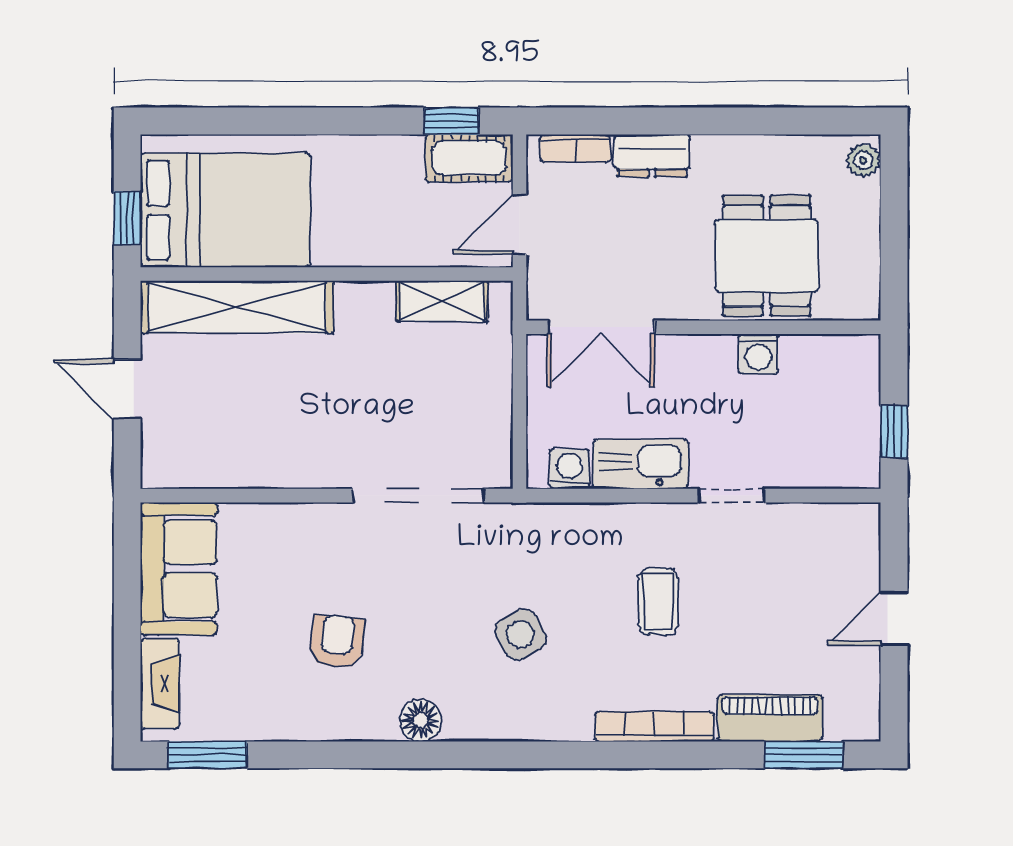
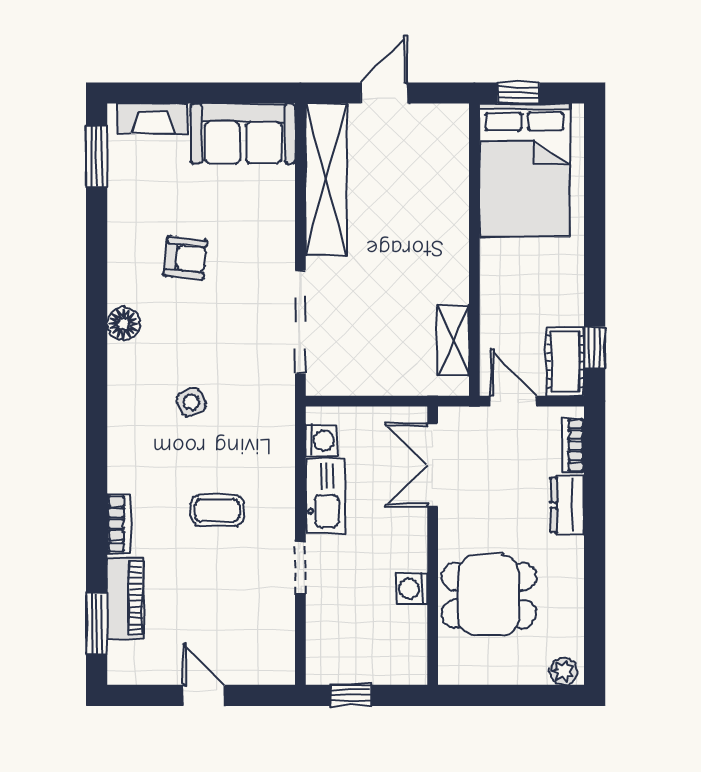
shelving: (237, 307) -> (326, 179), moved
side table: (521, 634) -> (191, 402), width x0.73, depth x0.73
bookcase: (655, 726) -> (119, 524), width x0.64

